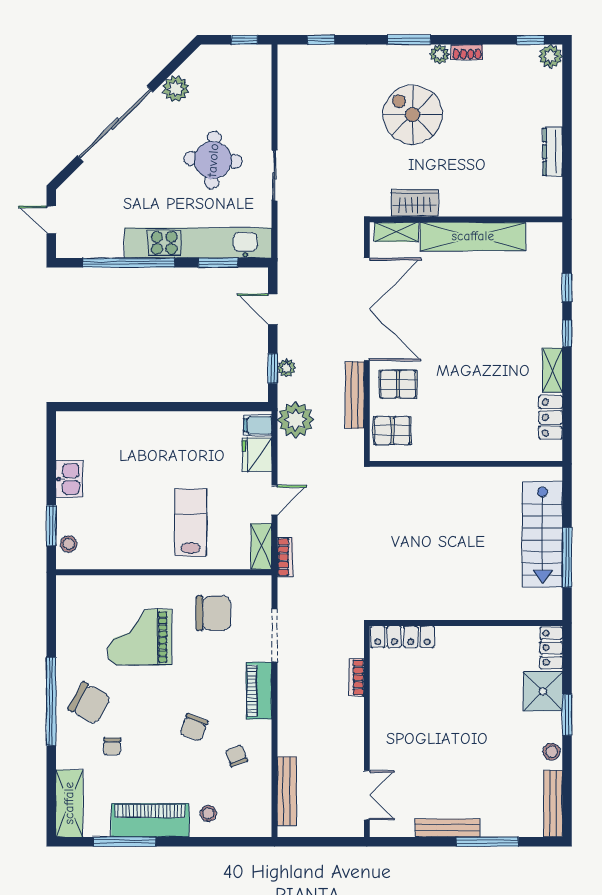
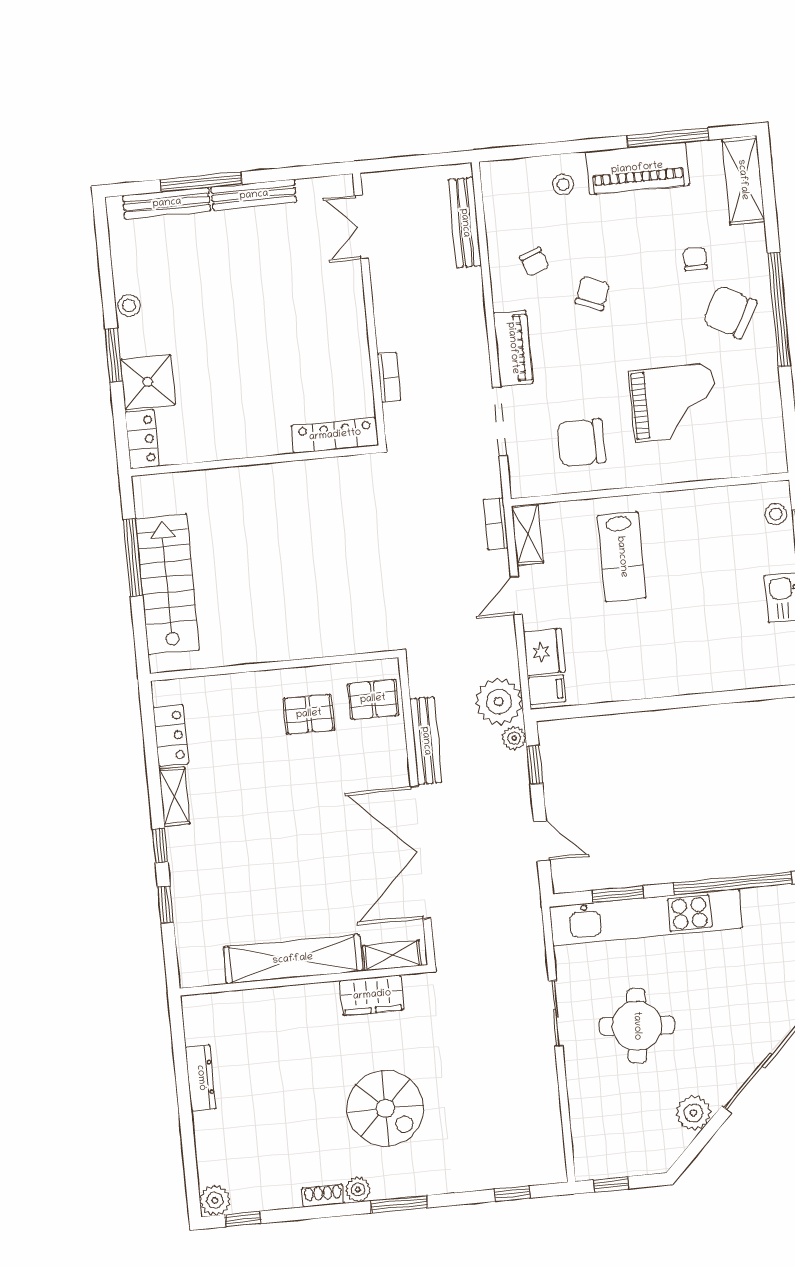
plant: (286, 368) -> (514, 738), moved
pallet: (398, 384) -> (309, 714), moved
bench: (553, 804) -> (167, 203), moved, turned 90

